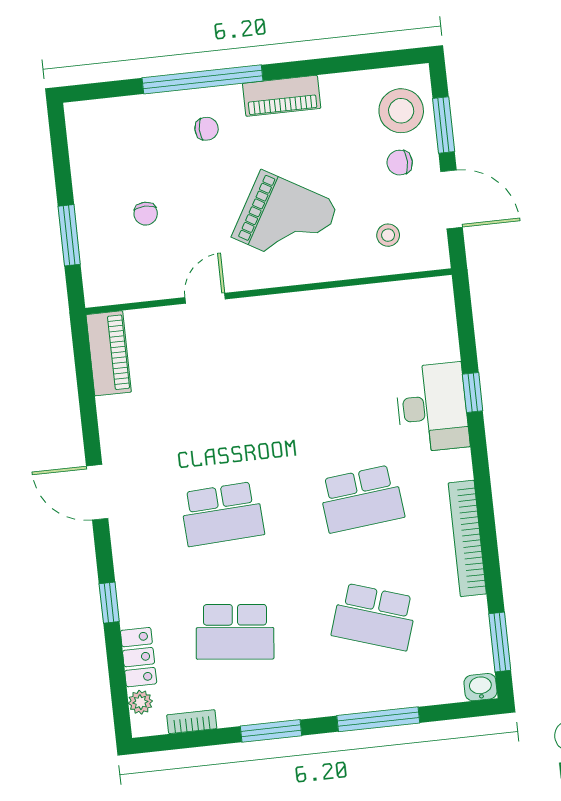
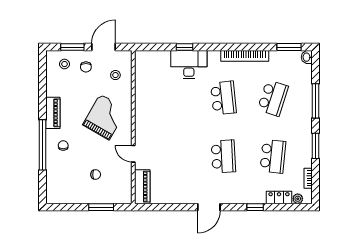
stool: (401, 111) -> (64, 64), width x0.53, depth x0.53
piano: (109, 353) -> (142, 187), moved, turned 90

